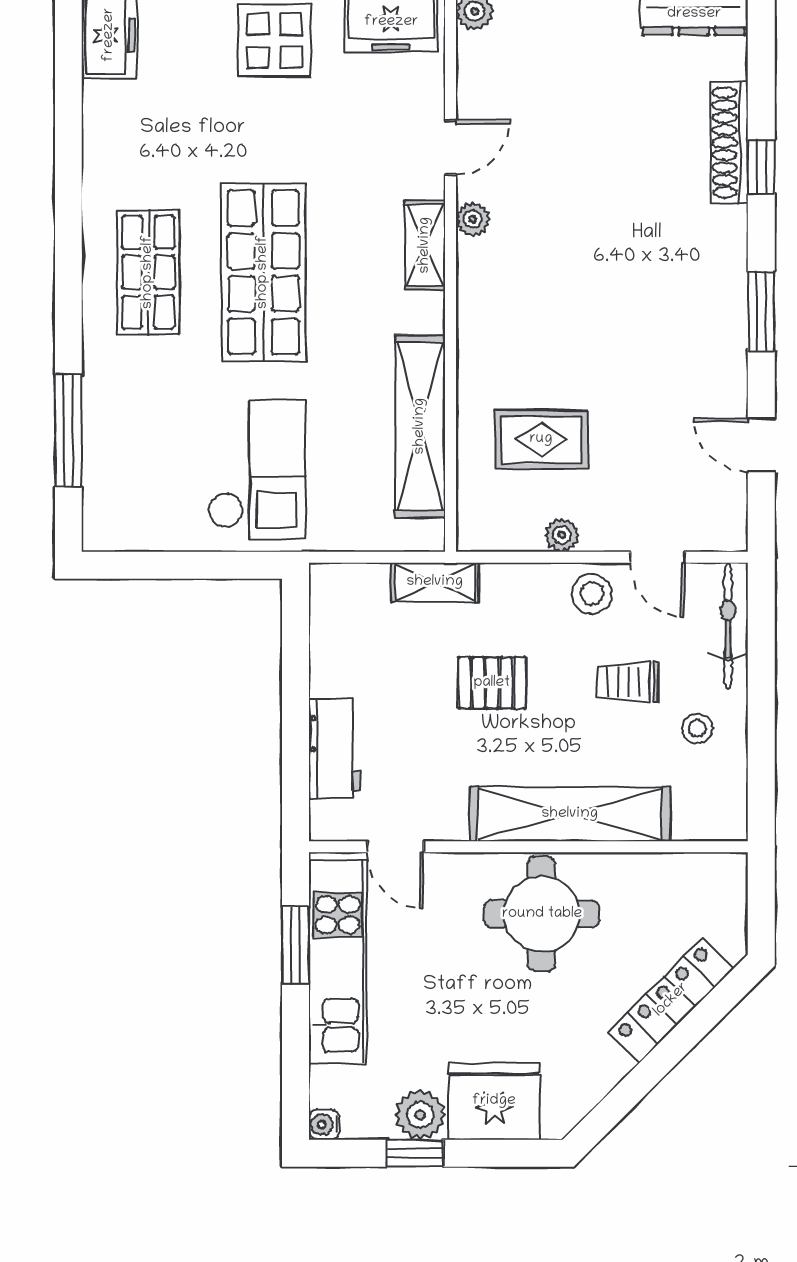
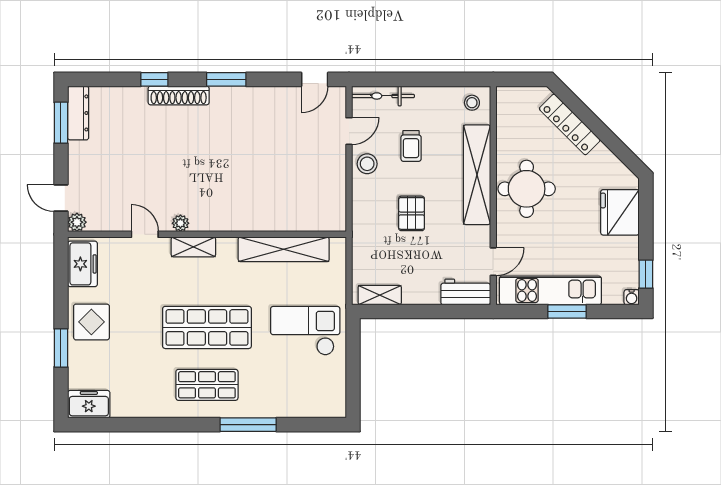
shoe rack: (729, 142) -> (179, 95), moved
window: (68, 431) -> (248, 425), moved
rug: (541, 439) -> (290, 189), removed
door: (761, 445) -> (315, 79), moved
plant: (562, 535) -> (338, 179), removed
shelving: (435, 582) -> (380, 295), moved, turned 90
stool: (697, 728) -> (472, 103), moved
workbench: (335, 749) -> (466, 292), moved
window: (295, 945) -> (567, 311), moved
plant: (420, 1115) -> (627, 249), removed
window: (415, 1153) -> (646, 274), moved

